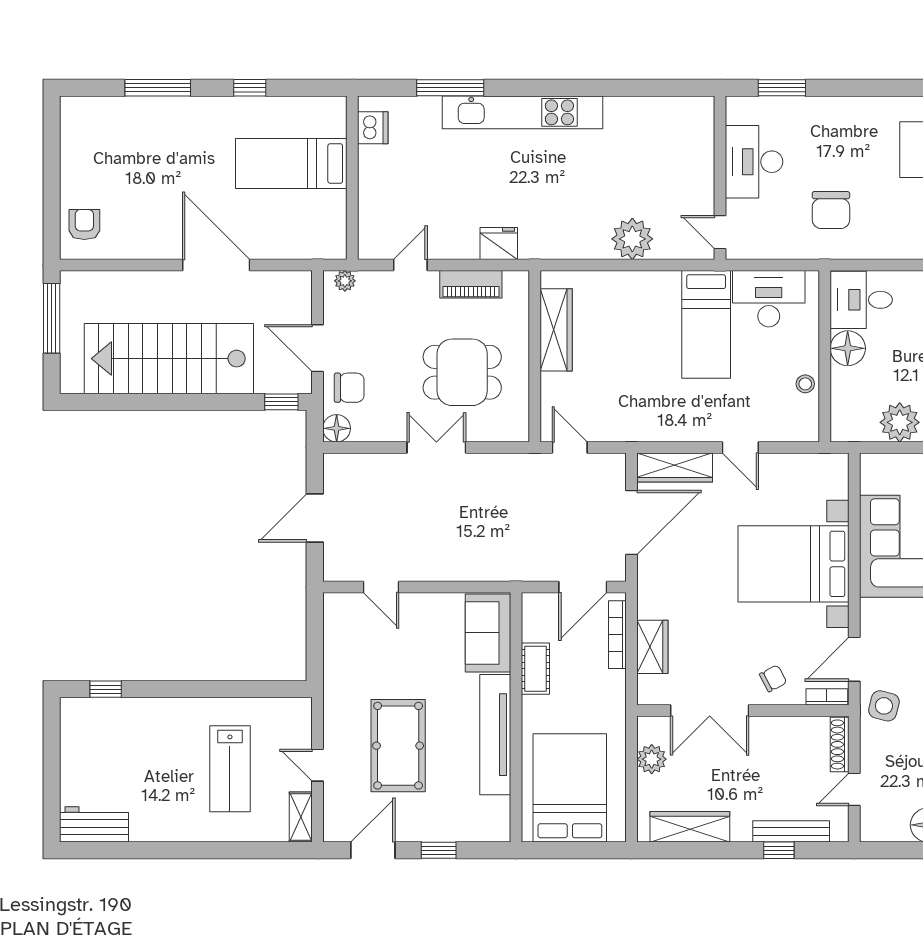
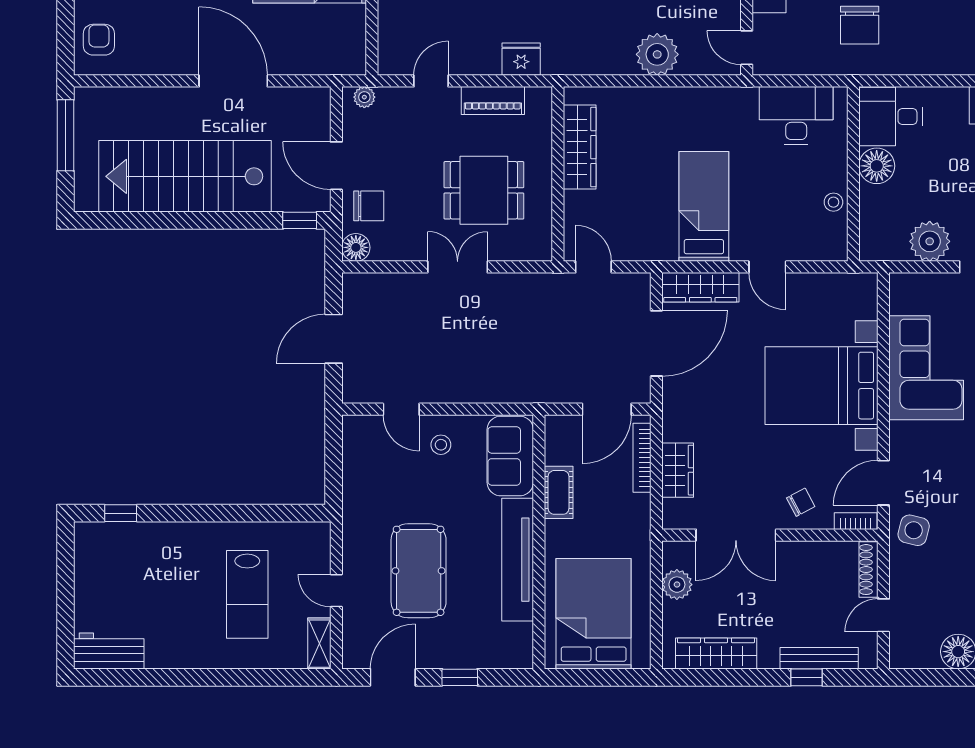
bed: (706, 324) -> (704, 206), moved, turned 180
stool: (420, 622) -> (441, 445), added

